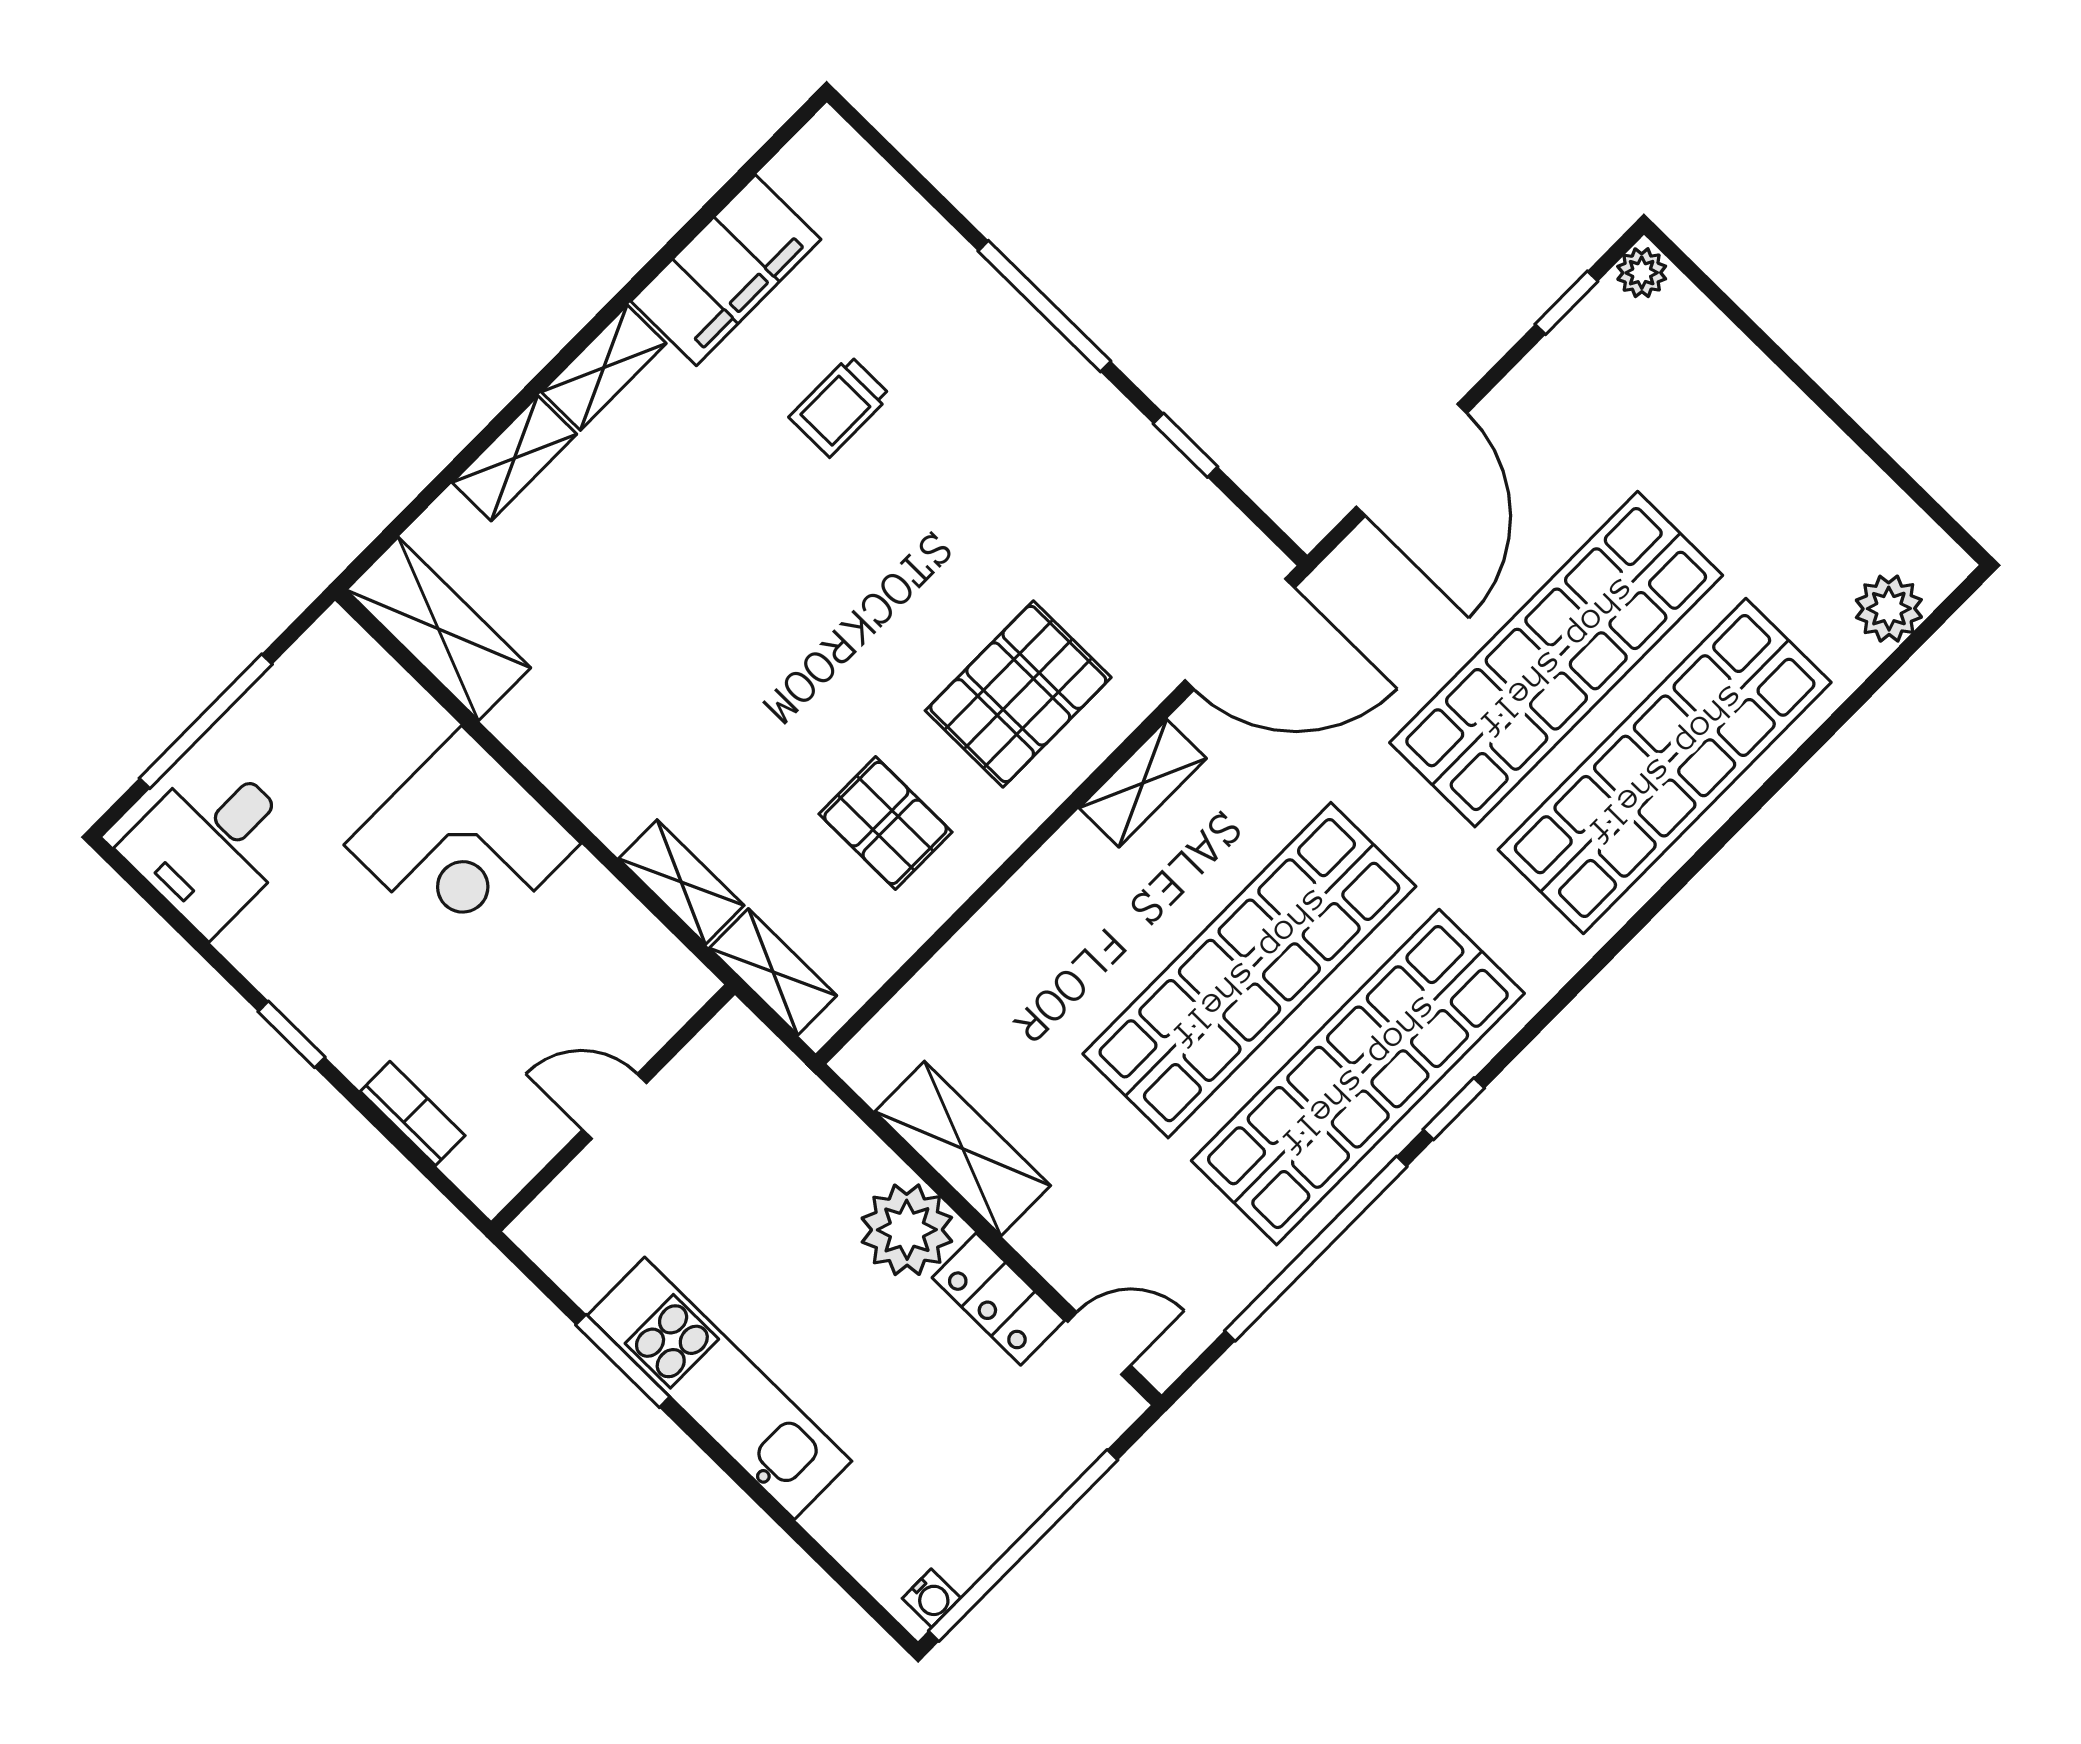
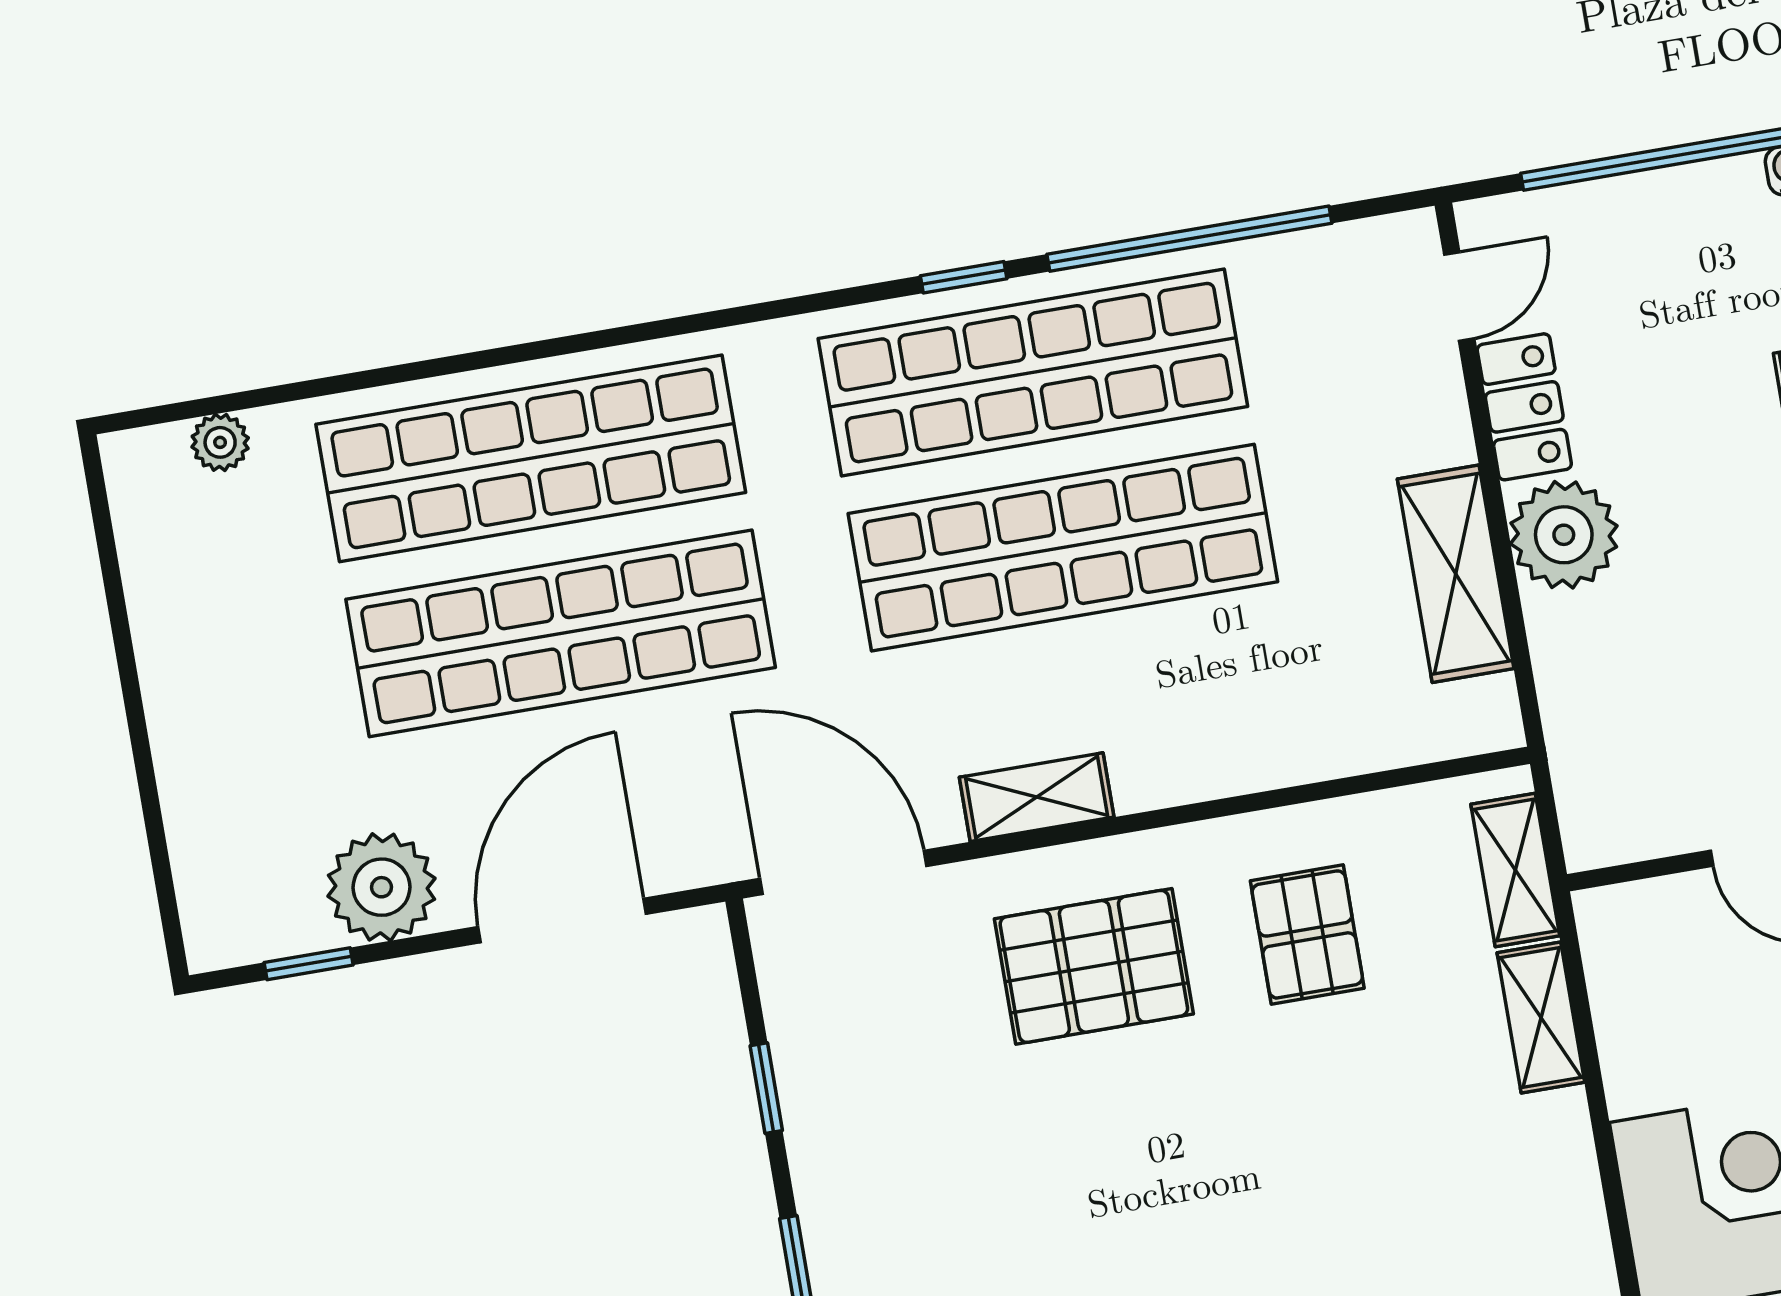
plant: (1642, 273) -> (382, 887), moved, width x1.88, depth x1.88
plant: (1889, 609) -> (220, 442), width x0.73, depth x0.73
door: (1099, 1343) -> (1459, 296), swing flipped

